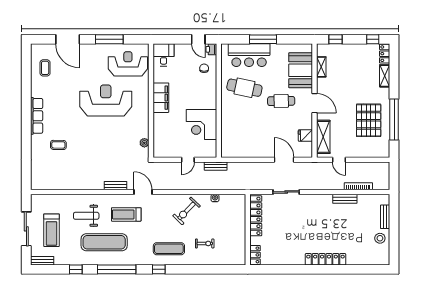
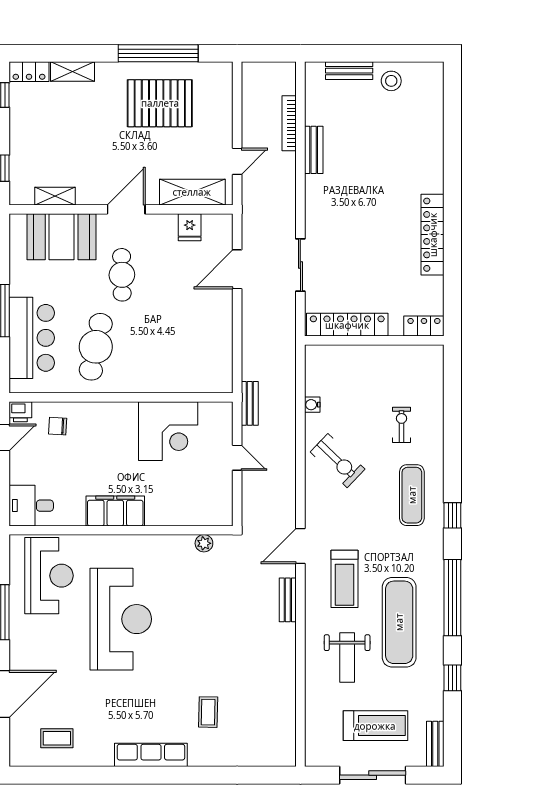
reception desk: (128, 64) -> (49, 576), turned 180
reception desk: (106, 100) -> (121, 619), turned 180
locker: (325, 259) -> (433, 235), moved

